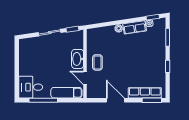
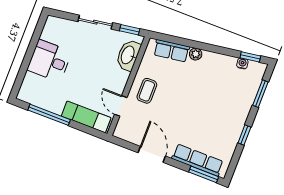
row of seats: (135, 27) -> (171, 51), moved
washbasin: (78, 59) -> (128, 55), moved
desk: (31, 87) -> (49, 61), moved

